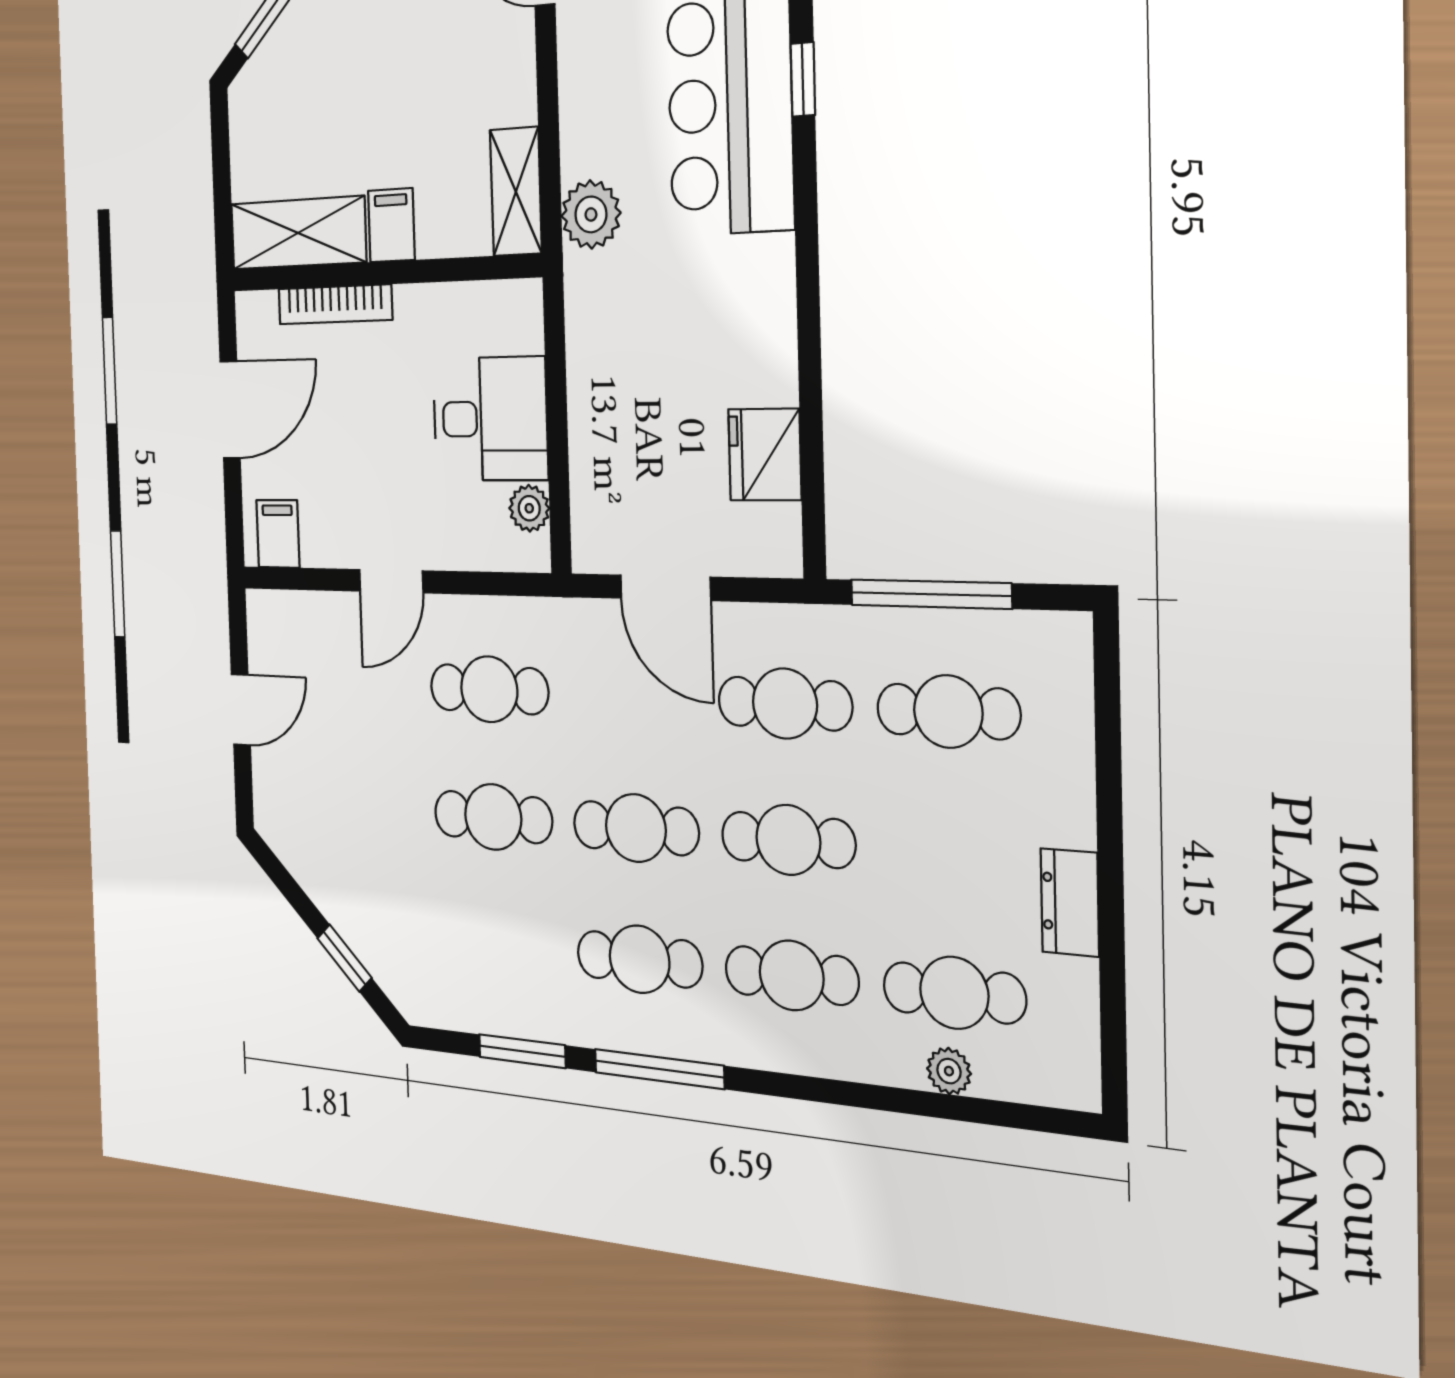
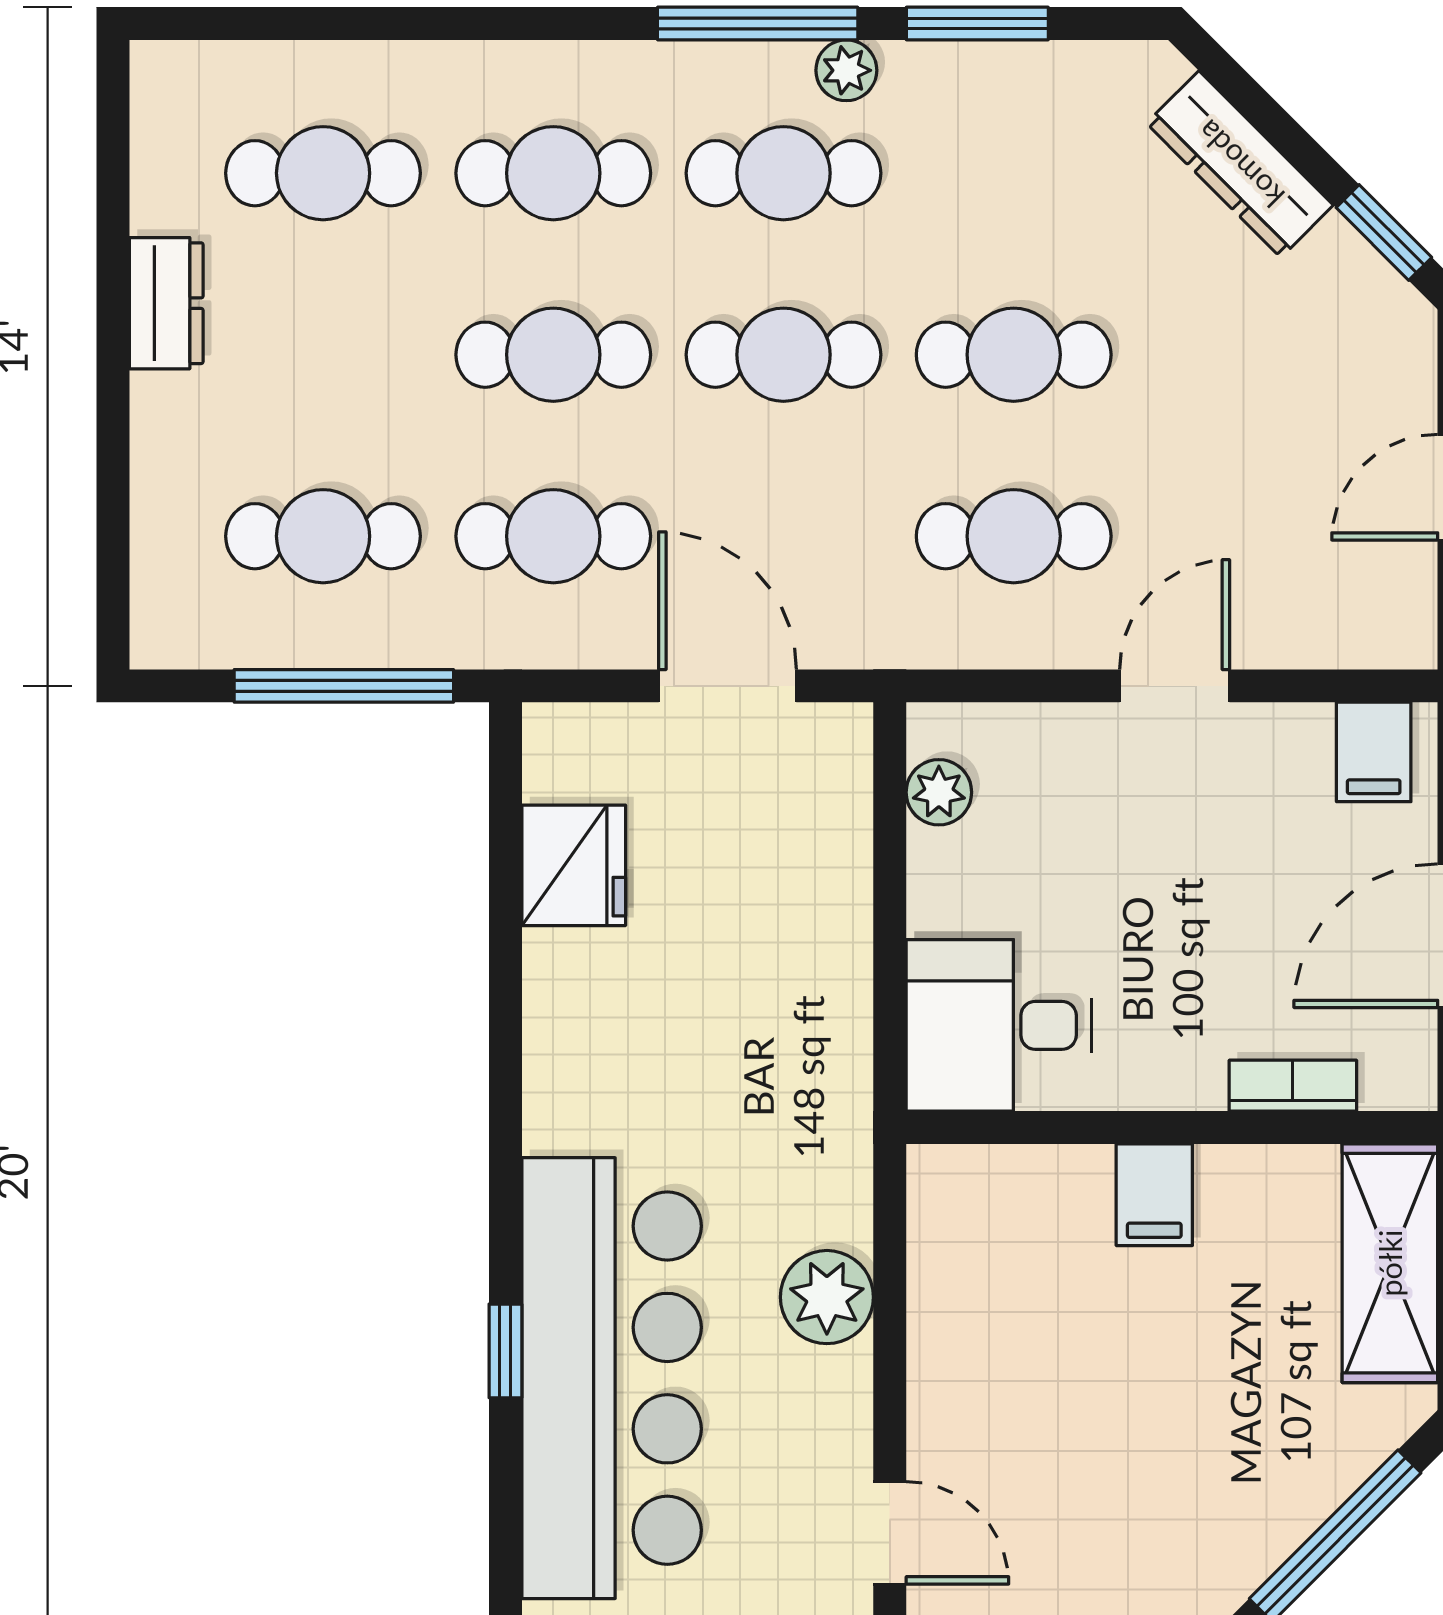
shelving: (516, 192) -> (945, 1231), removed
plant: (591, 214) -> (827, 1297), moved
shelving: (298, 233) -> (1390, 1263), moved, turned 90
bookcase: (335, 304) -> (1293, 1086), width x0.64
desk: (490, 419) -> (999, 1025), moved
dresser: (366, 936) -> (1240, 164), added
window: (344, 958) -> (1384, 232), moved
plant: (949, 1071) -> (846, 70), moved

